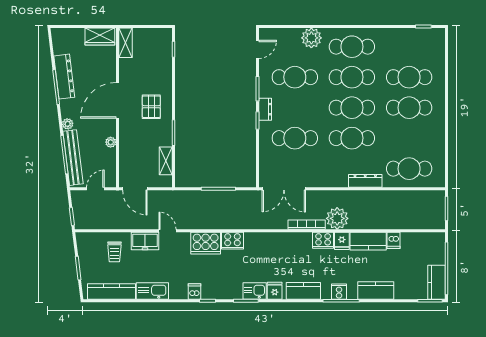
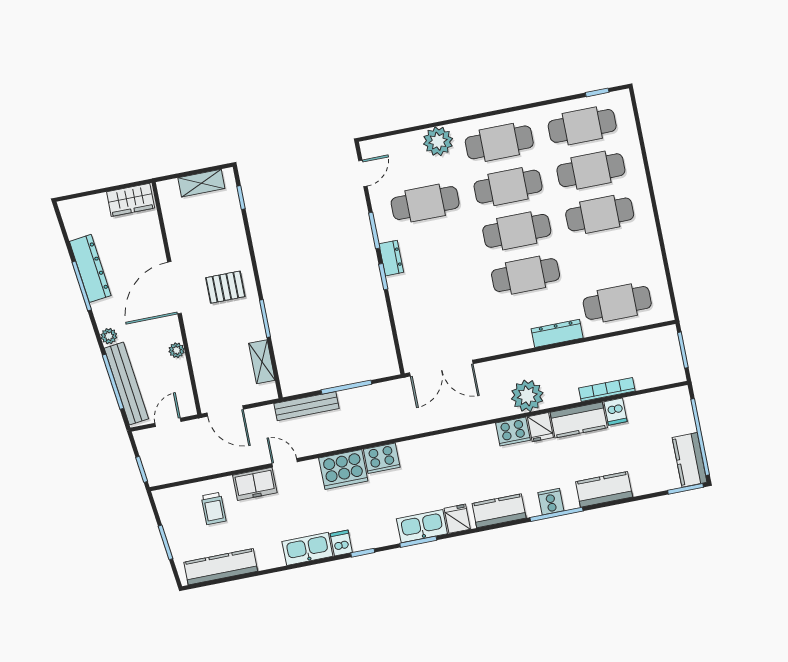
shelving: (126, 43) -> (201, 183), moved, turned 90
pallet: (151, 107) -> (225, 287), turned 90
cafe table: (295, 138) -> (582, 126), moved
bench: (190, 196) -> (307, 406), added
bookcase: (307, 225) -> (607, 390), moved
kitchen sink: (152, 291) -> (307, 549), moved
kitchen sink: (255, 291) -> (422, 526), width x1.38

